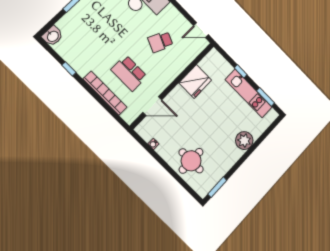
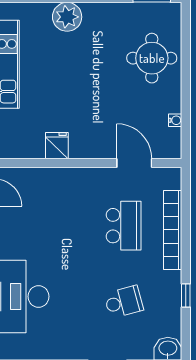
school desk: (160, 42) -> (124, 302), moved, turned -39
fridge: (195, 81) -> (57, 146), width x0.53, depth x0.75

